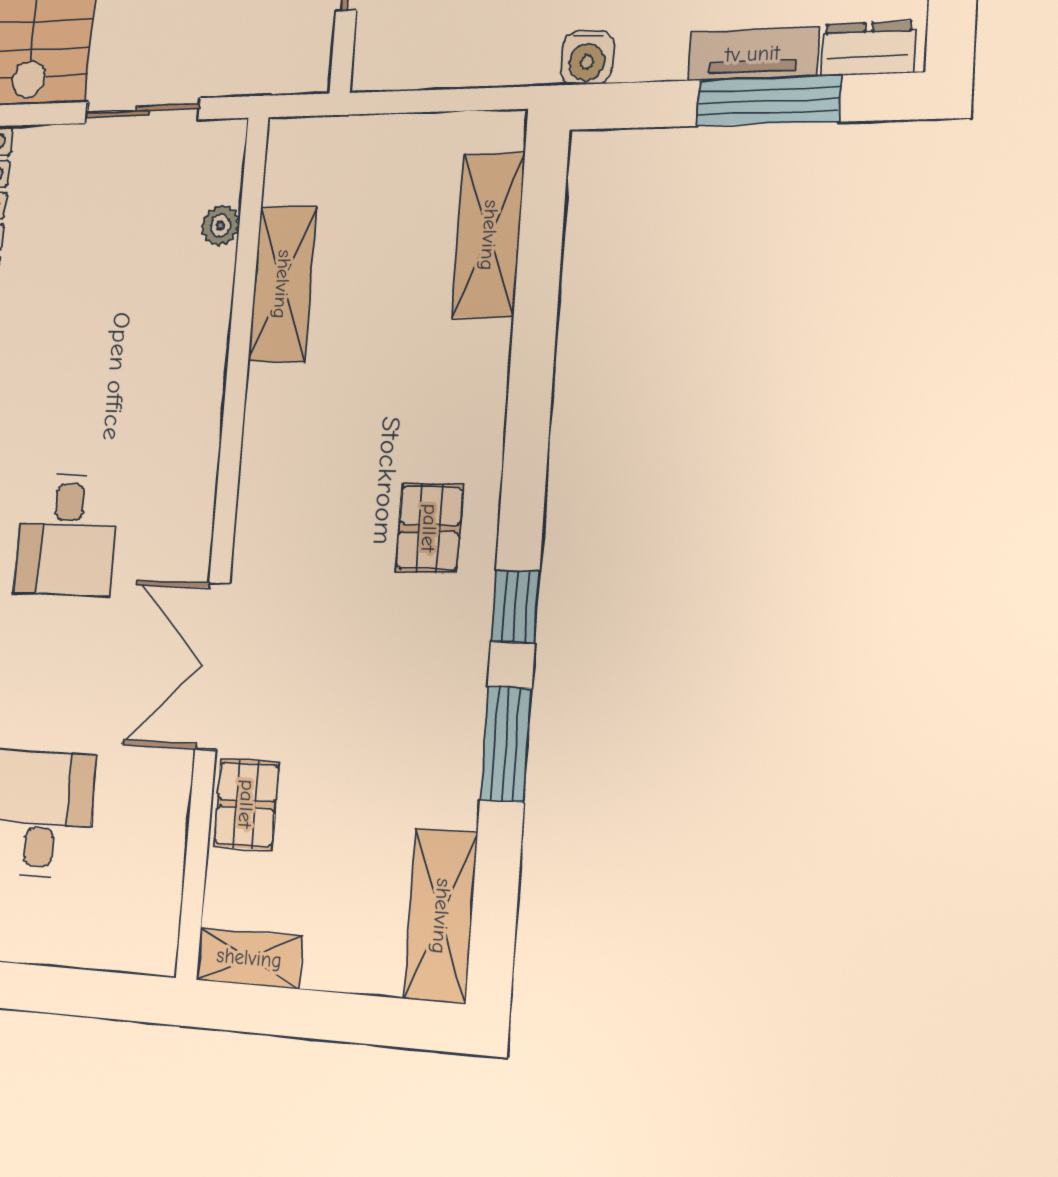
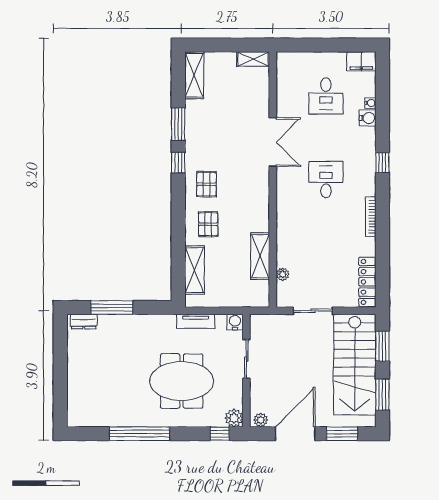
tv unit: (753, 54) -> (196, 321), moved
water cooler: (587, 58) -> (235, 322), moved
pallet: (246, 804) -> (208, 224), moved

